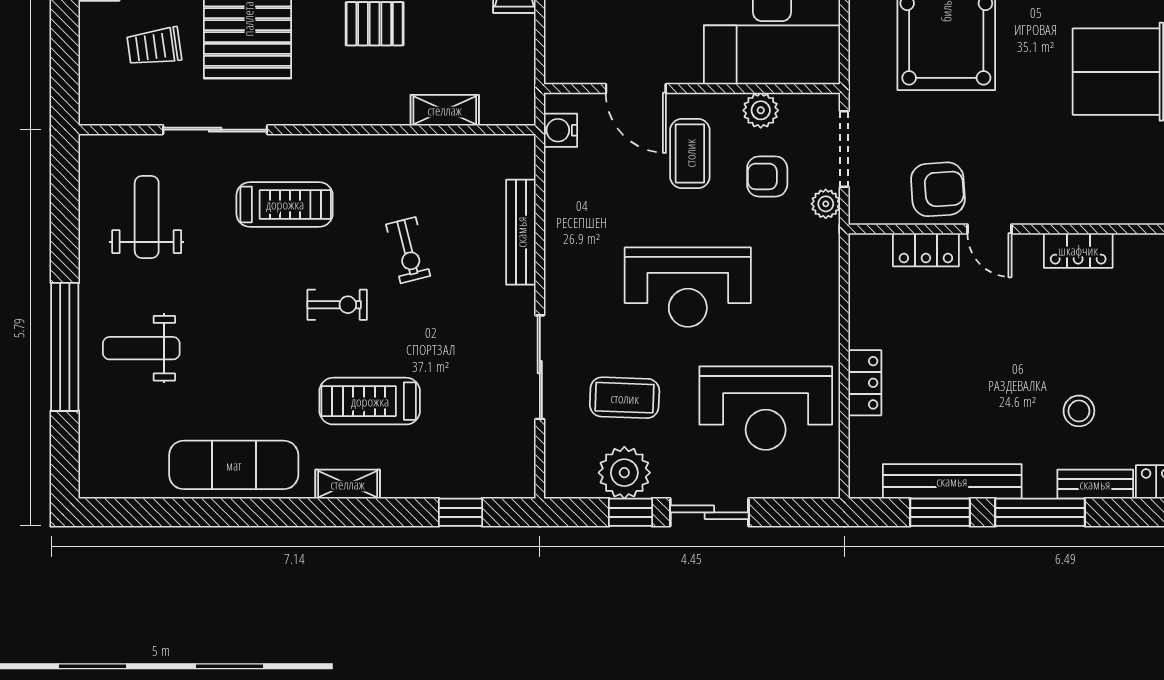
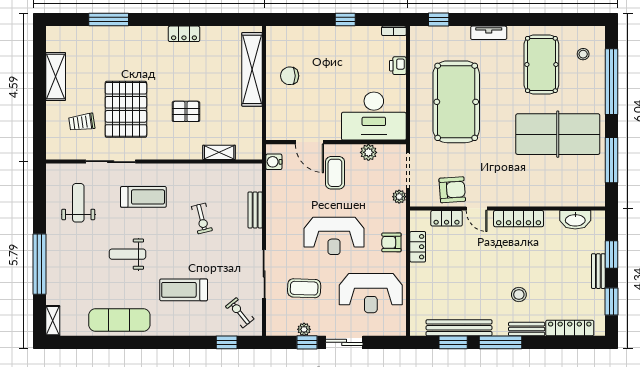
armchair: (767, 176) -> (391, 242), moved
bench: (521, 232) -> (255, 210), width x0.73
locker: (1078, 250) -> (519, 219), width x1.53
exercise bike: (337, 305) -> (240, 313), moved, turned -129
weight bench: (141, 348) -> (127, 254), moved
locker: (865, 383) -> (418, 247), moved
plant: (624, 473) -> (304, 329), width x0.53, depth x0.53
shelving: (348, 484) -> (53, 321), moved, turned 90

